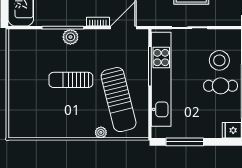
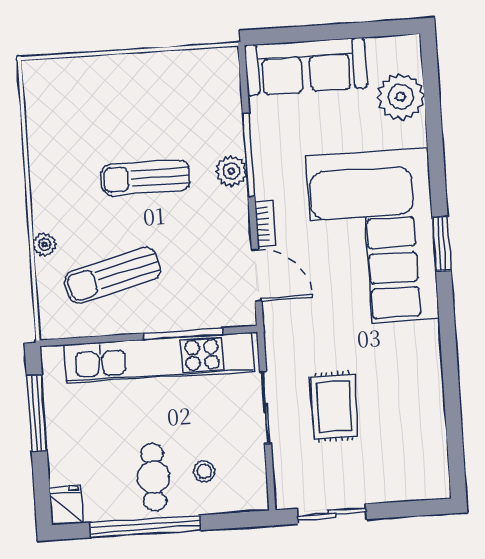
stool: (219, 60) -> (204, 471), width x0.53, depth x0.53
sun lounger: (71, 80) -> (145, 178), turned -90
sun lounger: (119, 100) -> (113, 275), width x0.73, depth x0.75

